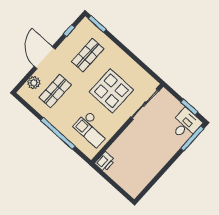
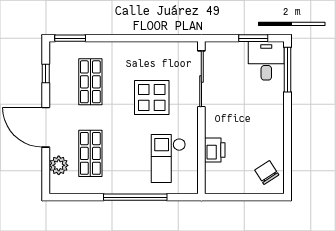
display table: (111, 91) -> (152, 97), width x0.73, depth x0.73
checkout: (92, 129) -> (168, 159), turned 90
printer: (105, 162) -> (215, 150), moved
chair: (135, 181) -> (267, 172), added

